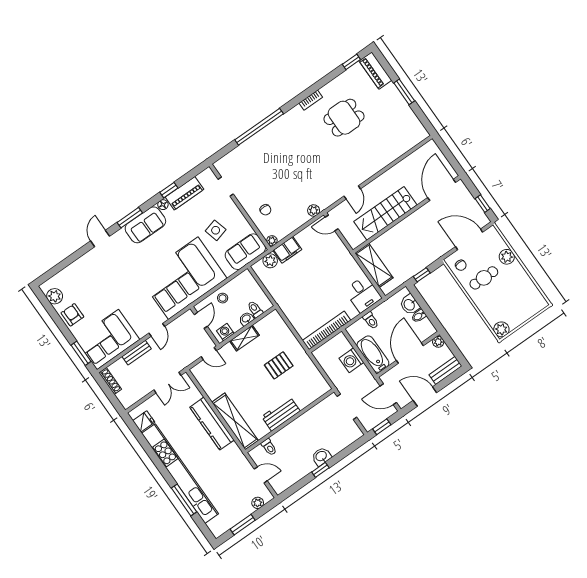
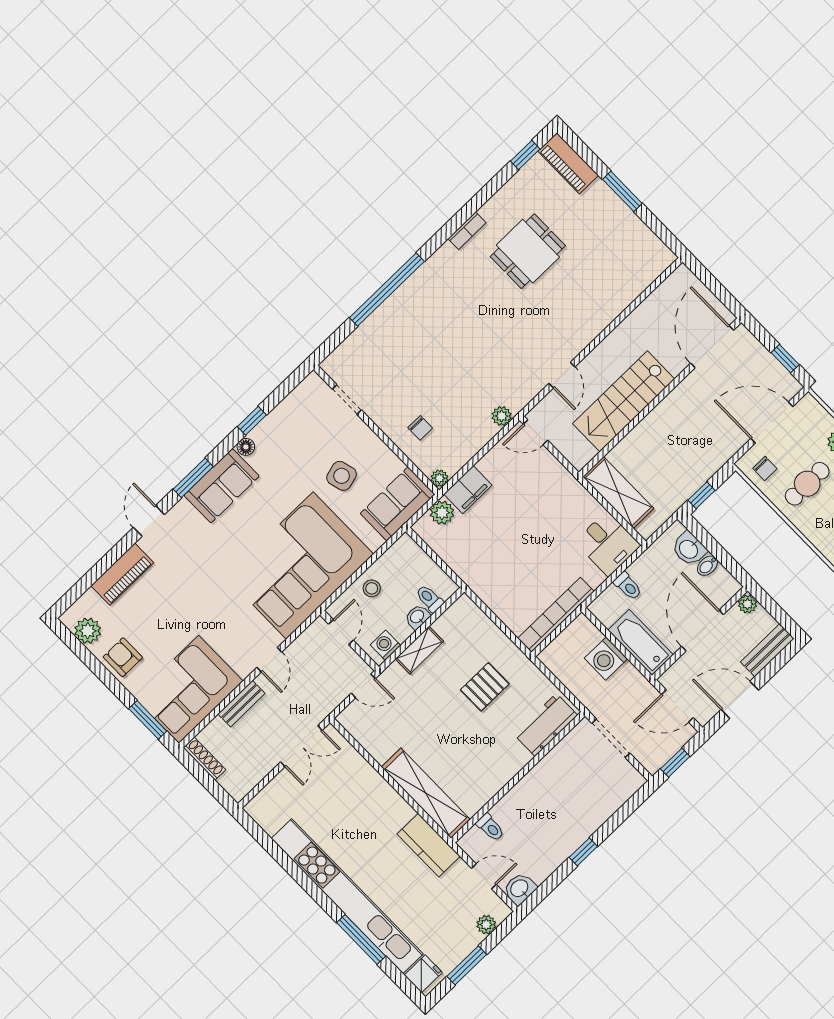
piano: (184, 193) -> (122, 574), moved
workbench: (281, 414) -> (546, 725), moved
fridge: (144, 421) -> (423, 974), moved
kitchen counter: (212, 424) -> (429, 845), moved, width x0.67
washbasin: (321, 456) -> (520, 889), moved

